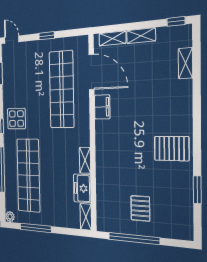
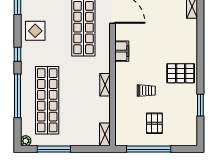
filing cabinet: (102, 107) -> (122, 51), moved
display table: (16, 119) -> (35, 31), moved
trolley: (130, 169) -> (146, 91), added
freezer: (82, 188) -> (102, 109), removed

